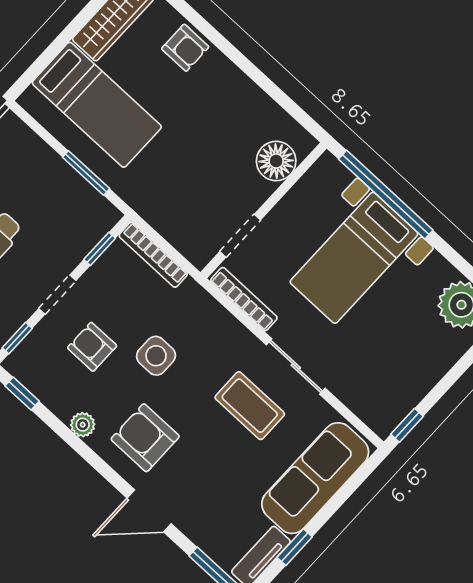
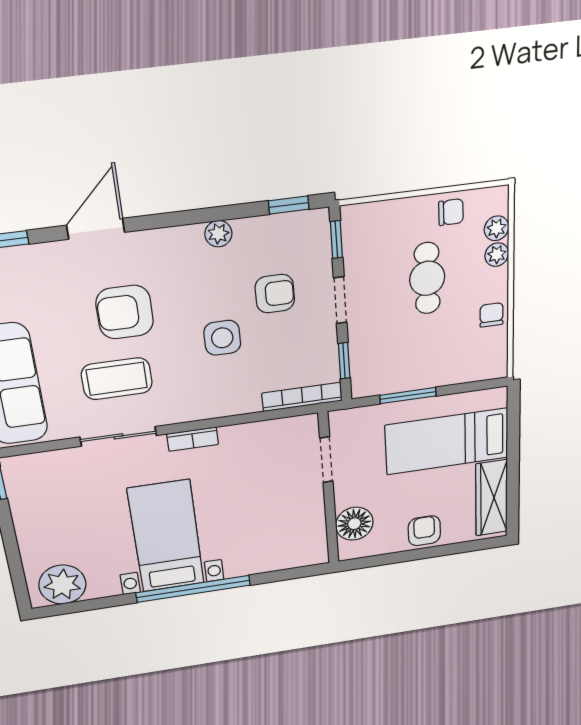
armchair: (185, 48) -> (424, 531), turned 90
floor lamp: (276, 161) -> (354, 524), moved
wall: (264, 210) -> (329, 490), moved
doorway: (240, 236) -> (326, 460), moved
bookcase: (244, 299) -> (193, 439), width x0.64
armchair: (145, 438) -> (125, 312), moved, turned 180

